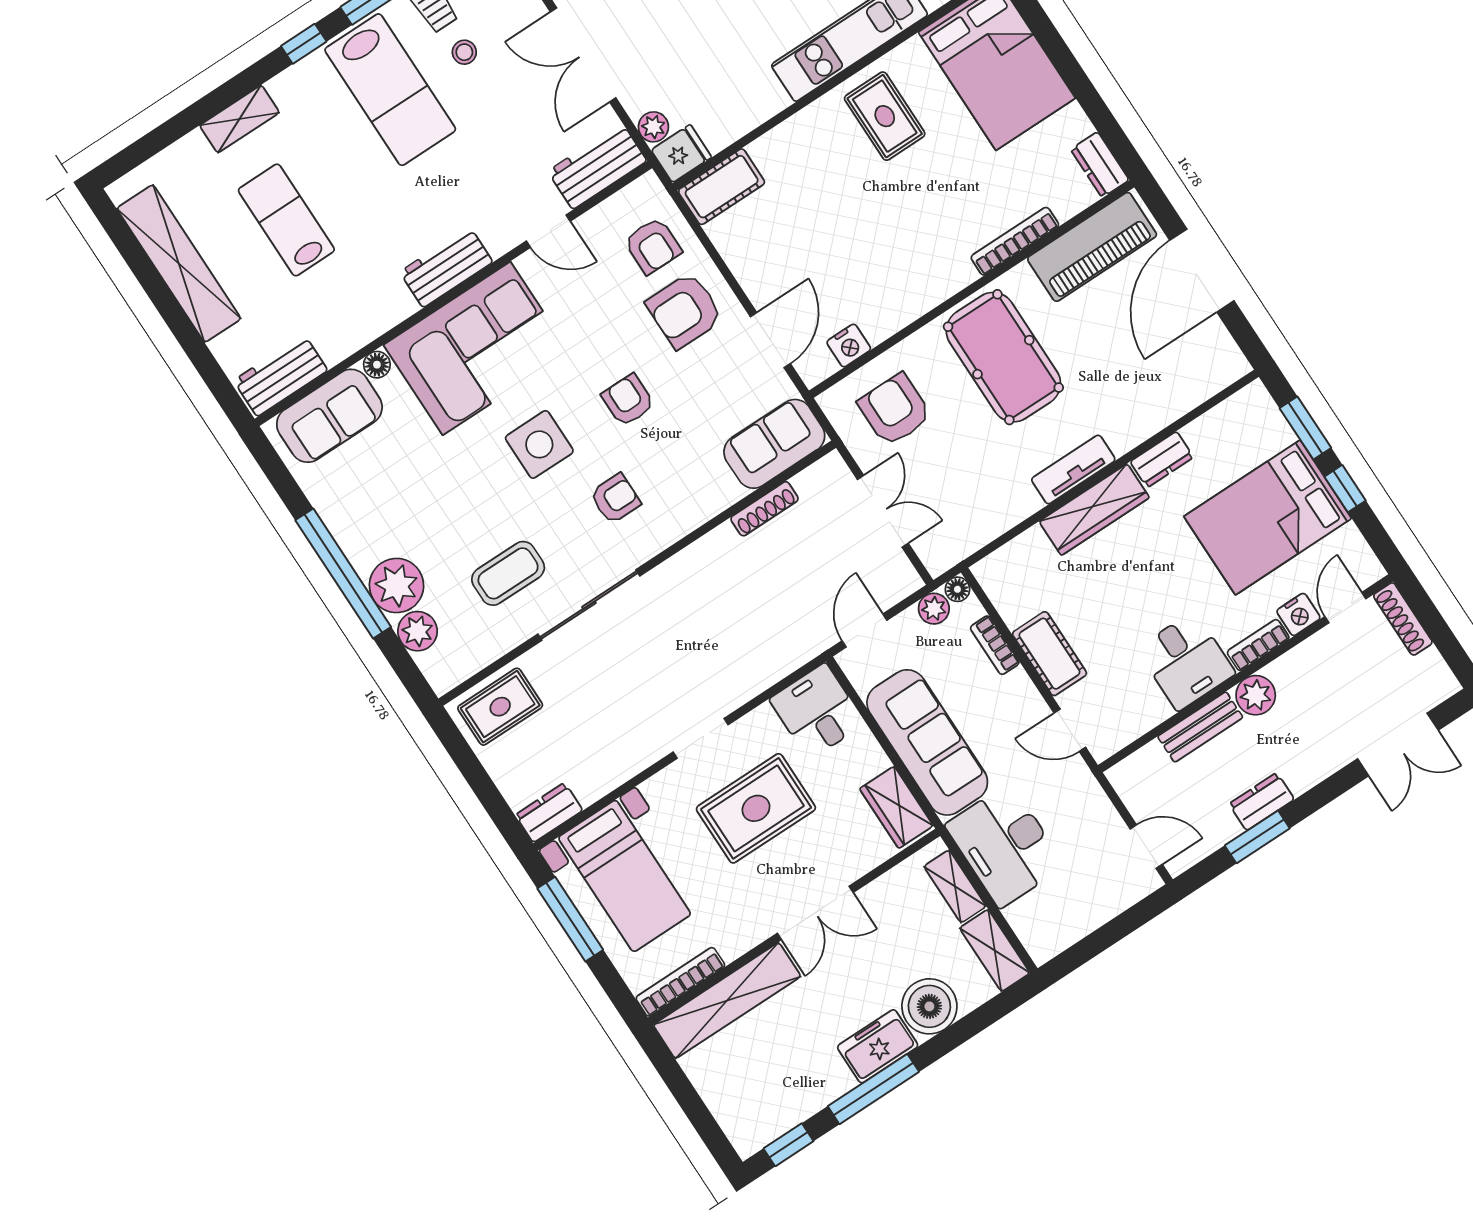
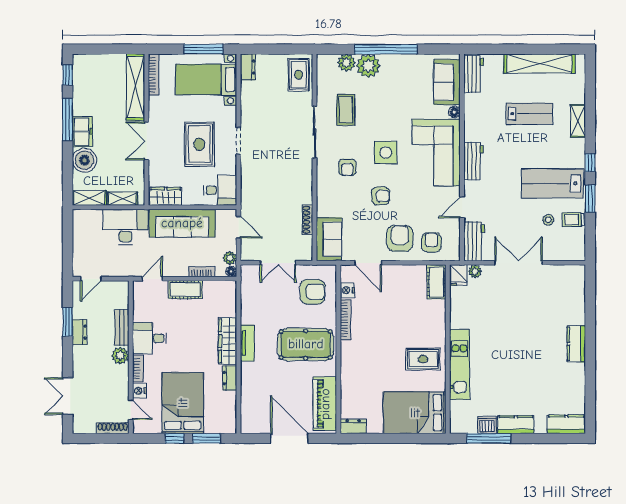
bookcase: (1015, 241) -> (345, 320), moved
armchair: (653, 246) -> (431, 242), turned 90

